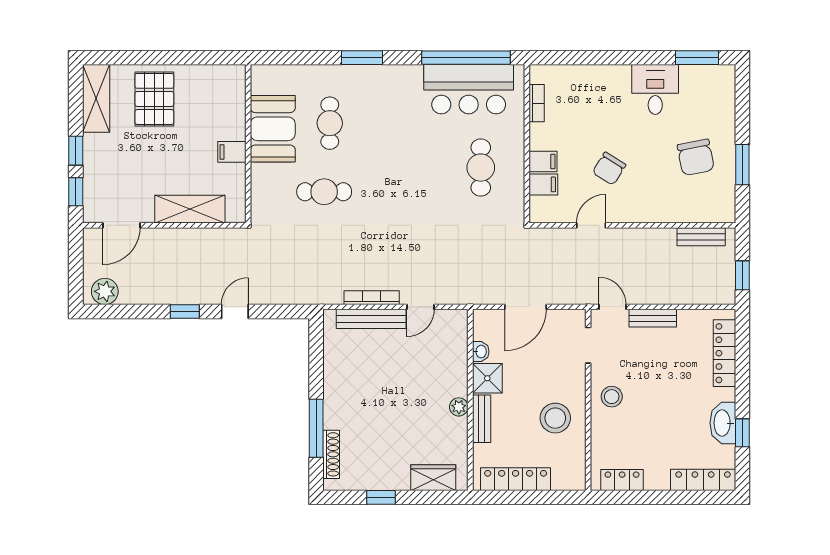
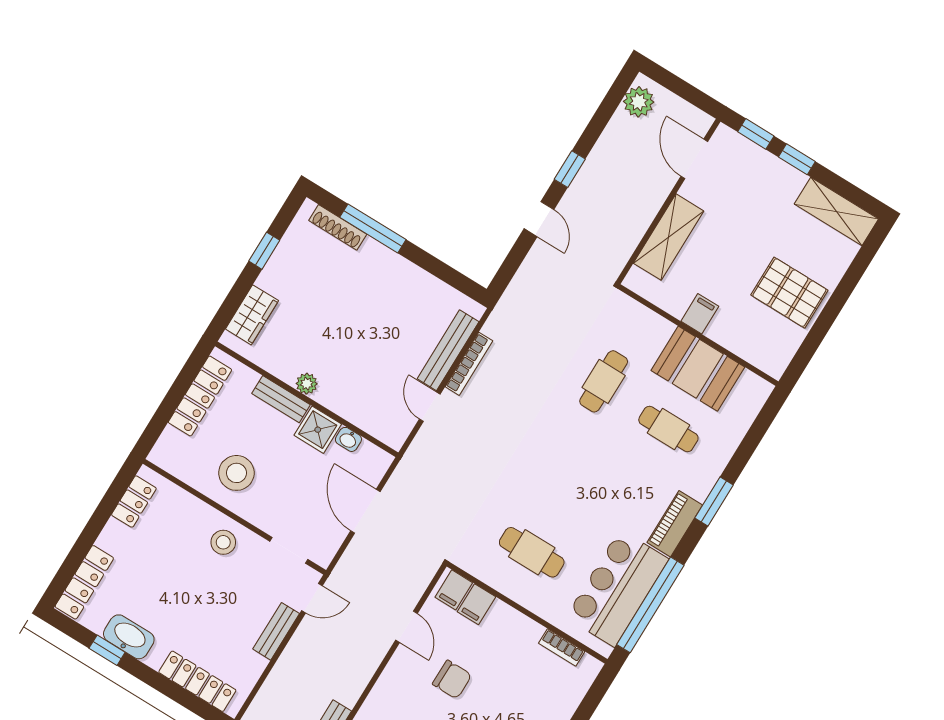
piano: (396, 76) -> (675, 524), added
pallet: (154, 99) -> (789, 293), moved
filing cabinet: (543, 162) -> (454, 590), moved
chair: (609, 169) -> (452, 679), turned 148

